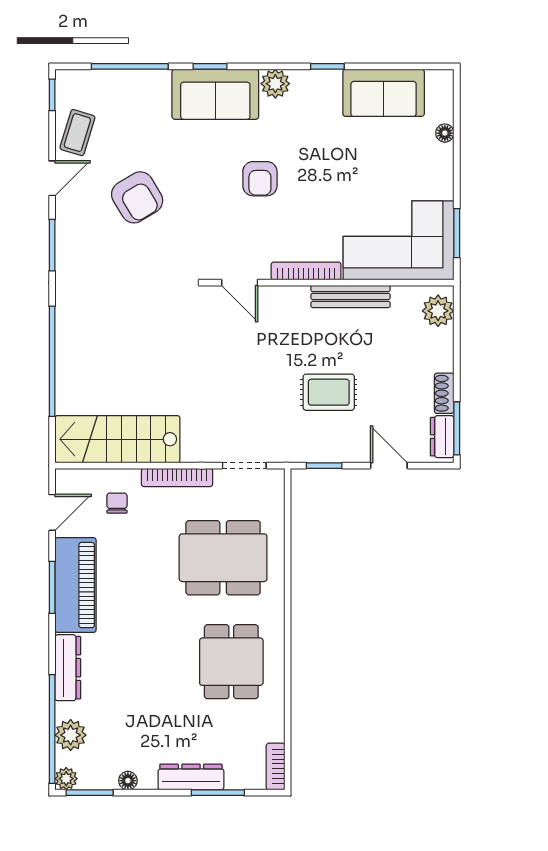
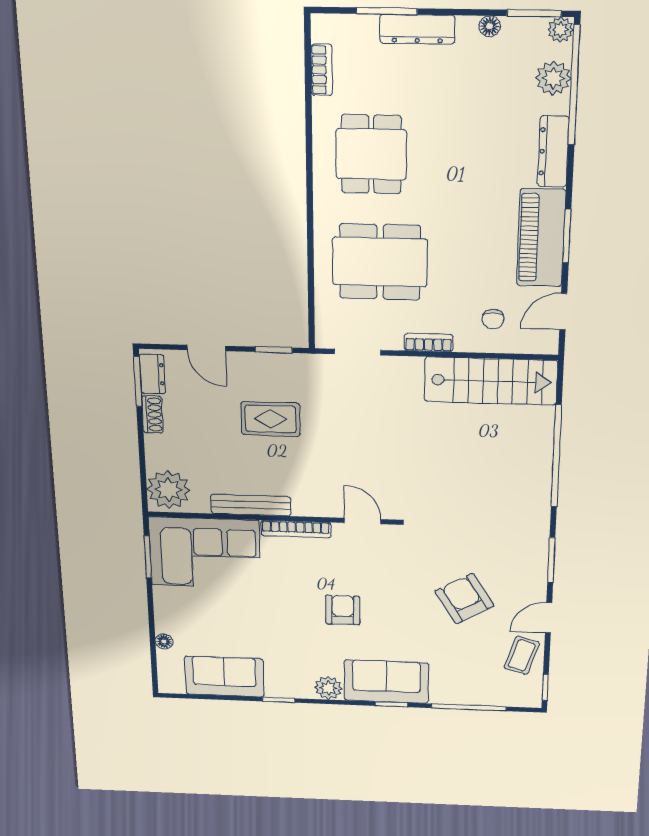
plant: (438, 311) -> (168, 490), width x1.36, depth x1.36
bookcase: (177, 477) -> (429, 343), width x0.64
bookcase: (276, 766) -> (322, 70), moved

